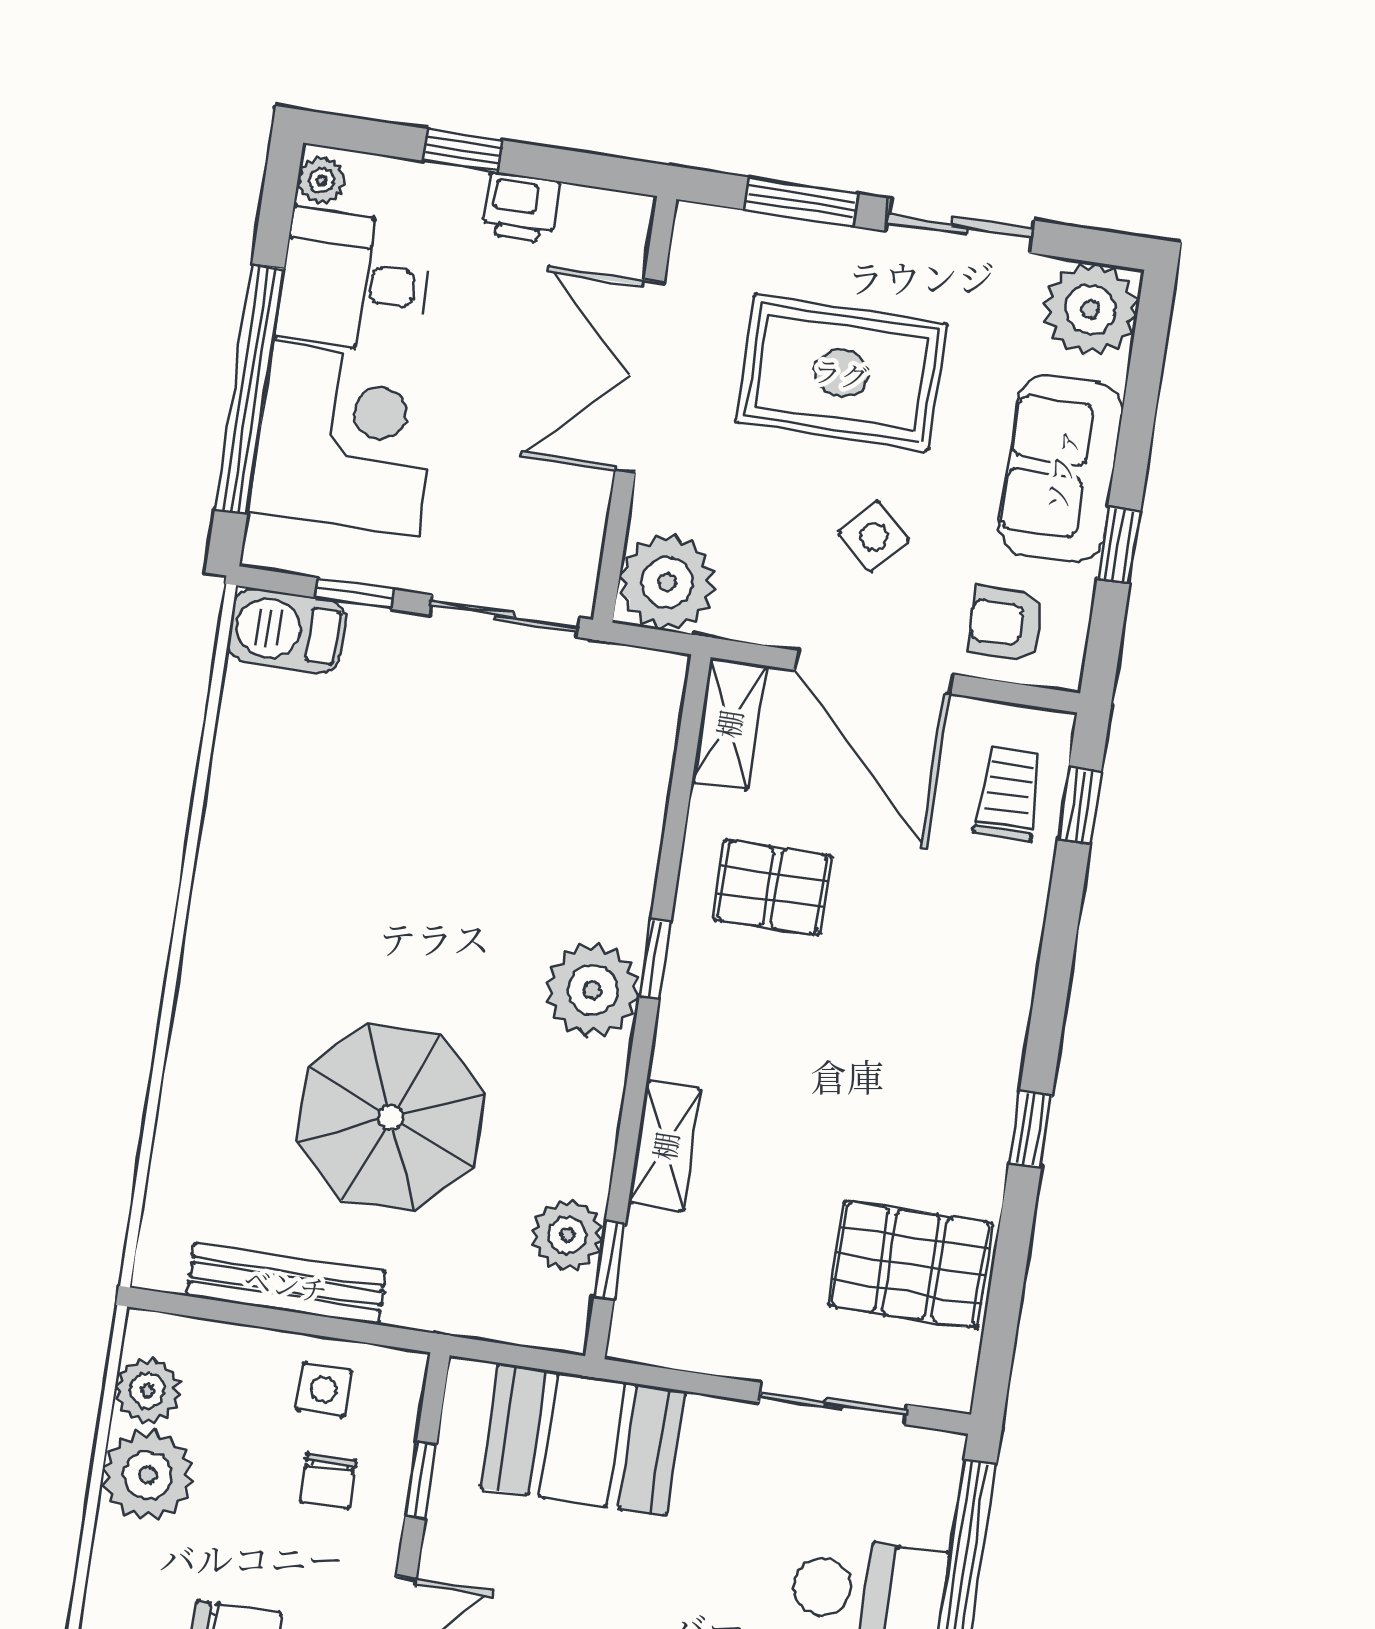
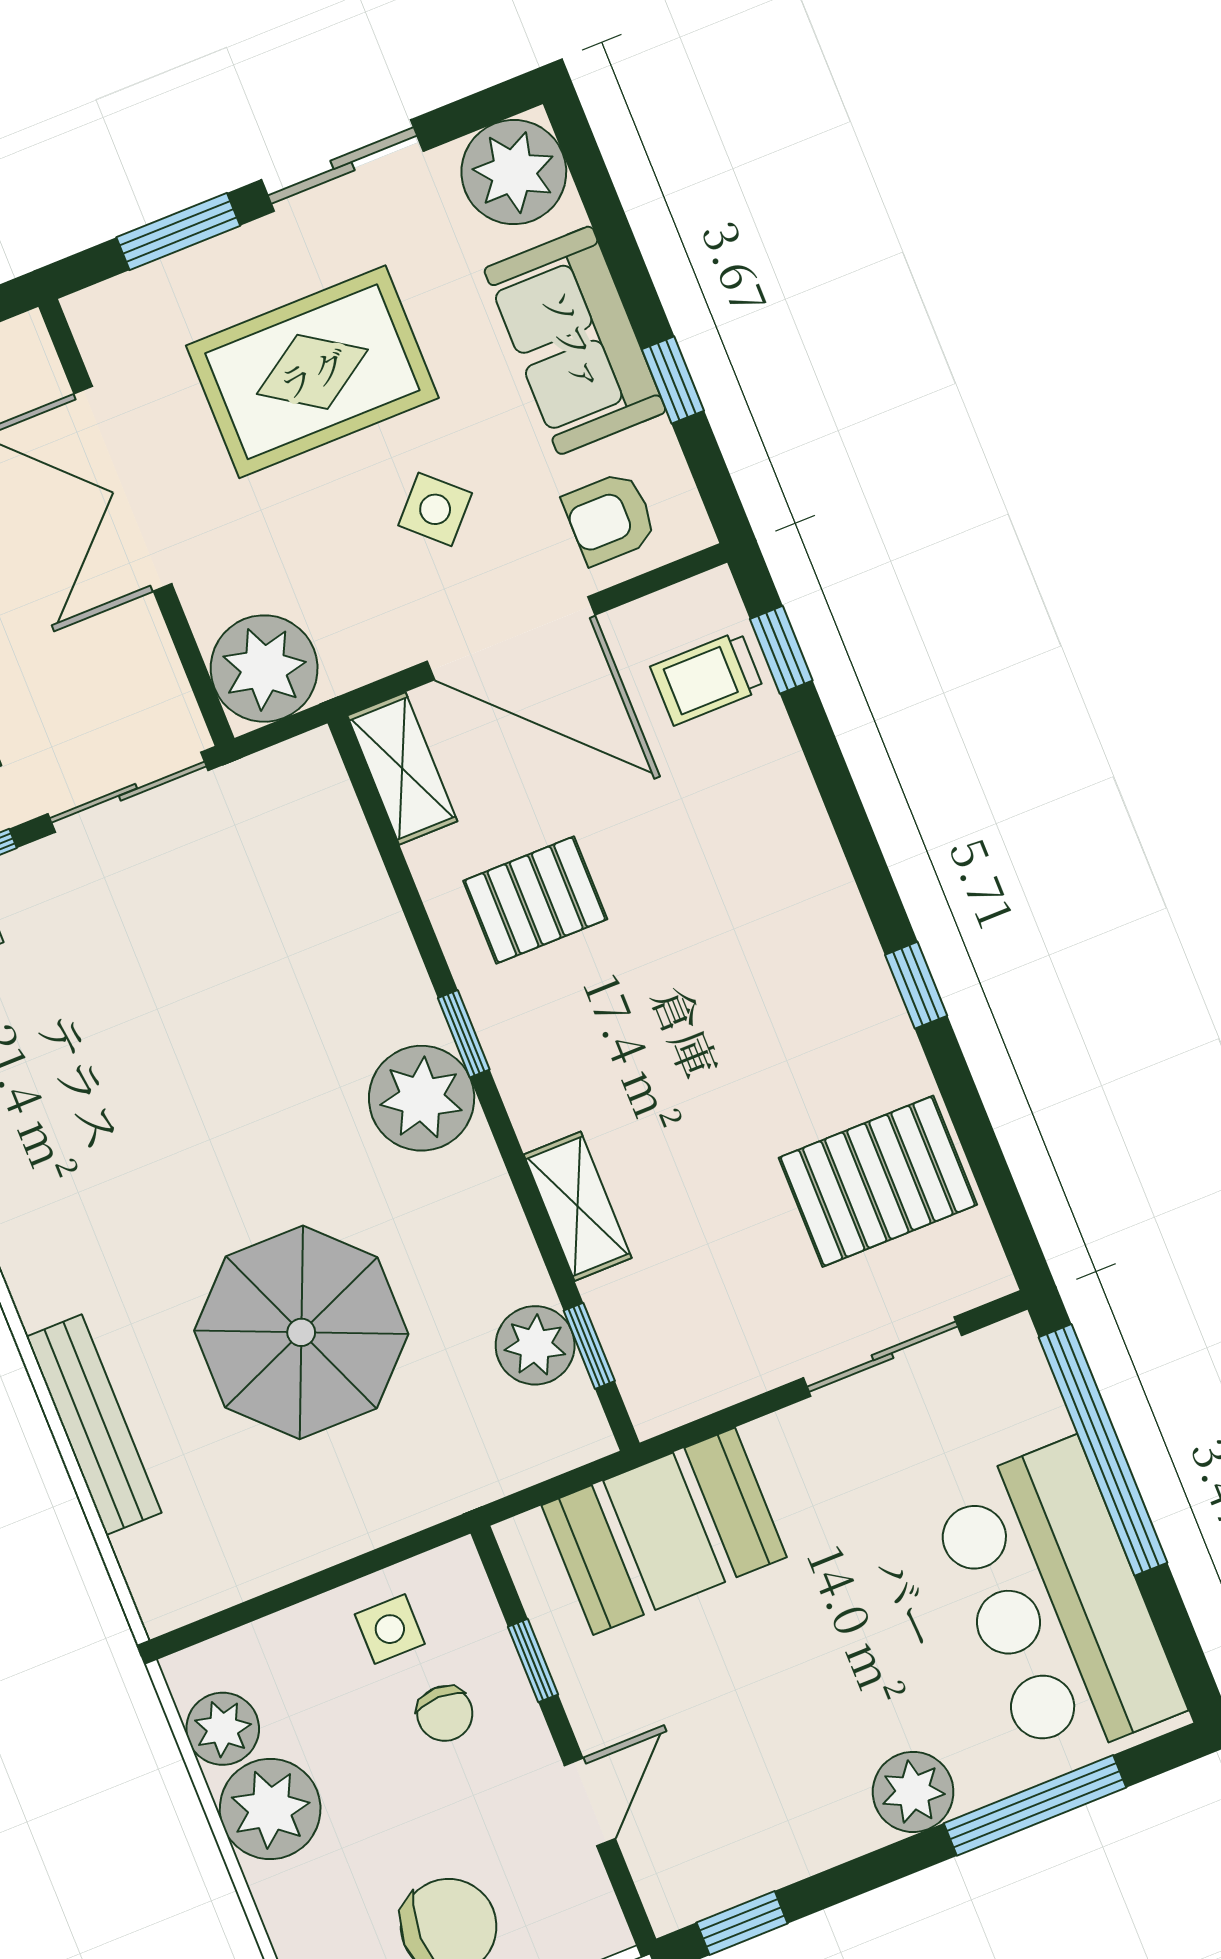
trolley: (1008, 793) -> (707, 678), turned -90
bench: (286, 1284) -> (94, 1425), moved, turned 90

